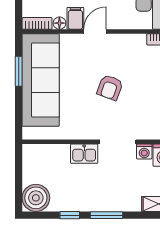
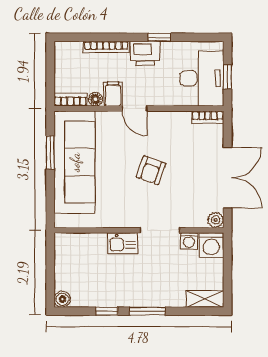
door: (95, 31) -> (135, 108), swing flipped
boiler: (36, 198) -> (62, 299), width x0.54, depth x0.54

